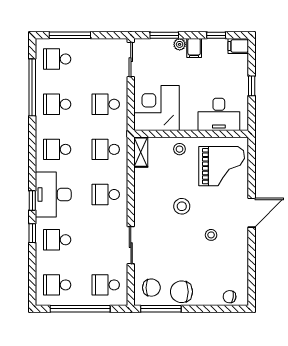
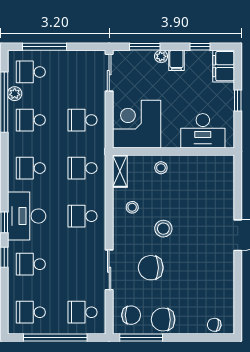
filing cabinet: (238, 46) -> (224, 66), width x2.00
plant: (42, 79) -> (15, 94), added
grand piano: (222, 166) -> (206, 186), removed
stool: (211, 235) -> (132, 207), moved
chair: (170, 243) -> (151, 268), added

